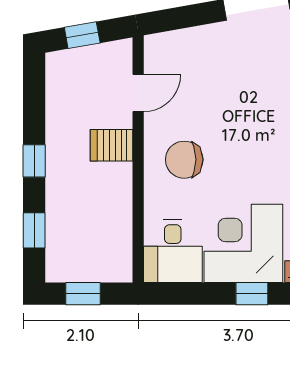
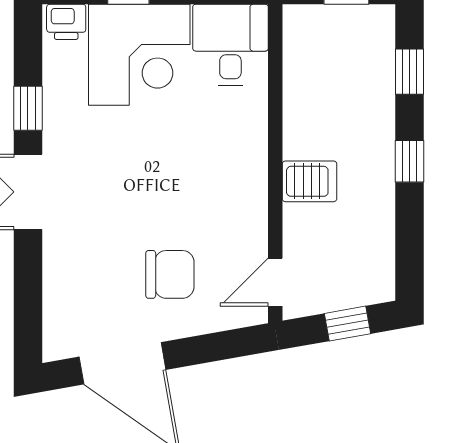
door: (138, 93) -> (275, 282), moved
chair: (184, 160) -> (170, 274), moved

